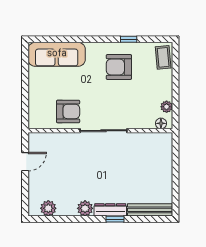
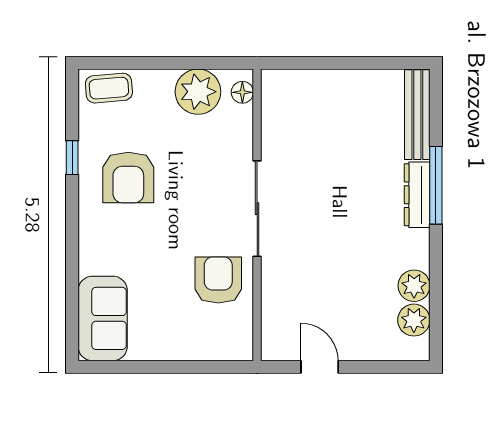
sofa: (57, 54) -> (103, 318), width x0.73
plant: (167, 107) -> (198, 92), width x1.87, depth x1.87
plant: (85, 208) -> (414, 286), moved
window: (115, 219) -> (436, 185), width x2.17

